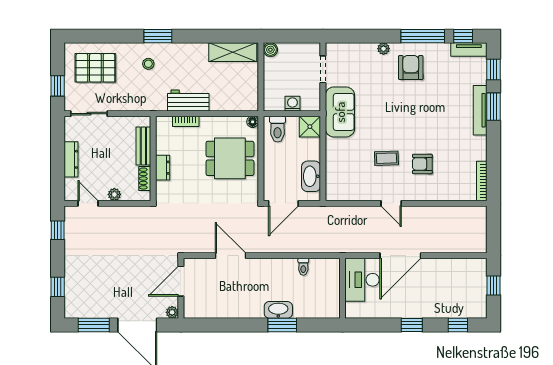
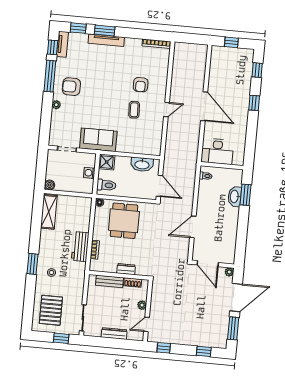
desk: (362, 280) -> (217, 151), moved
wall: (342, 288) -> (222, 166), moved

